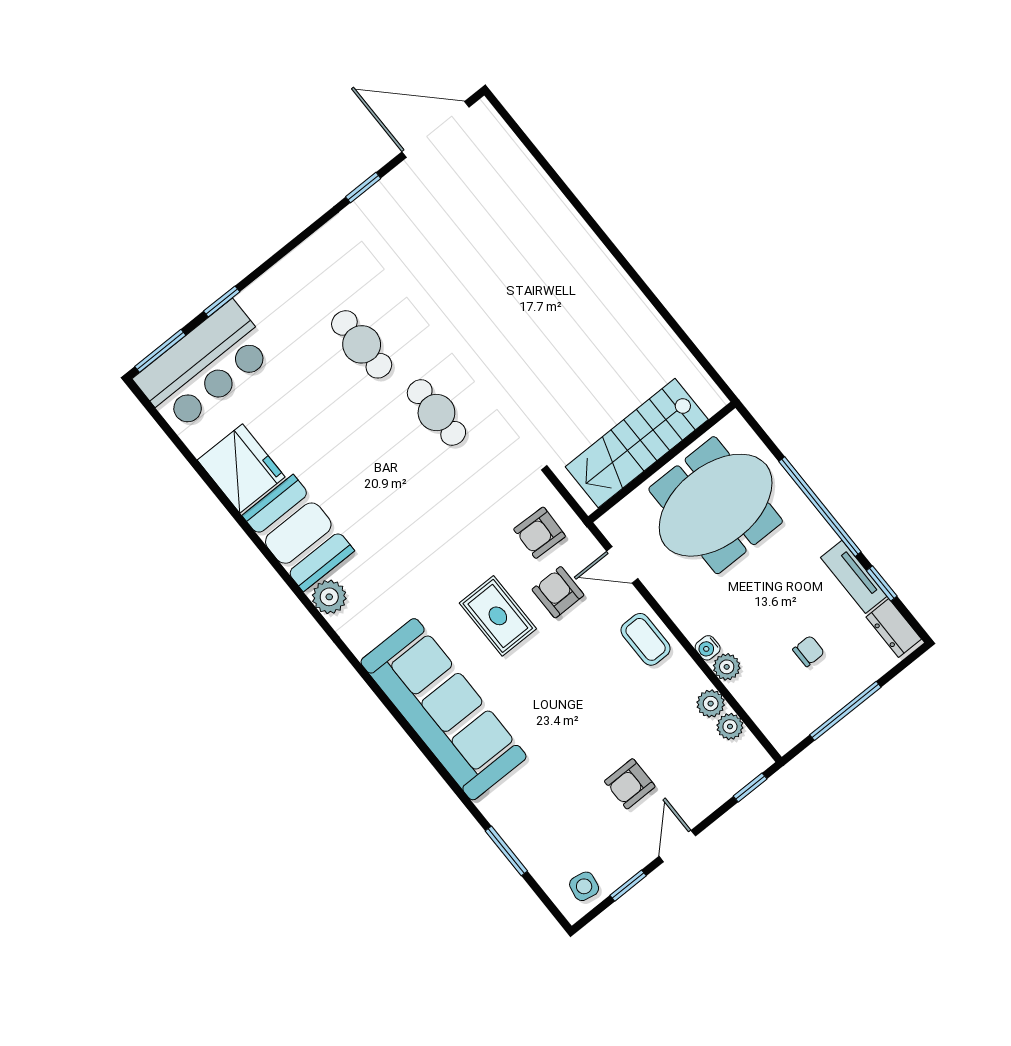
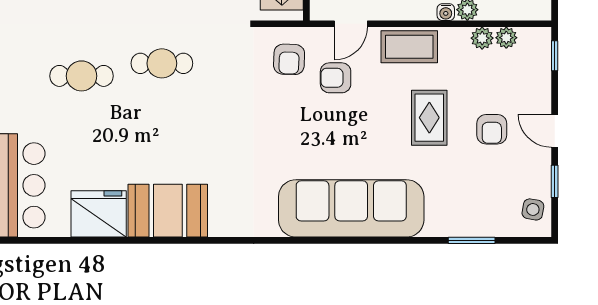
plant: (329, 597) -> (223, 223), removed
rug: (498, 616) -> (429, 118), moved, turned 90
coffee table: (646, 639) -> (409, 47), width x1.36, depth x1.30

